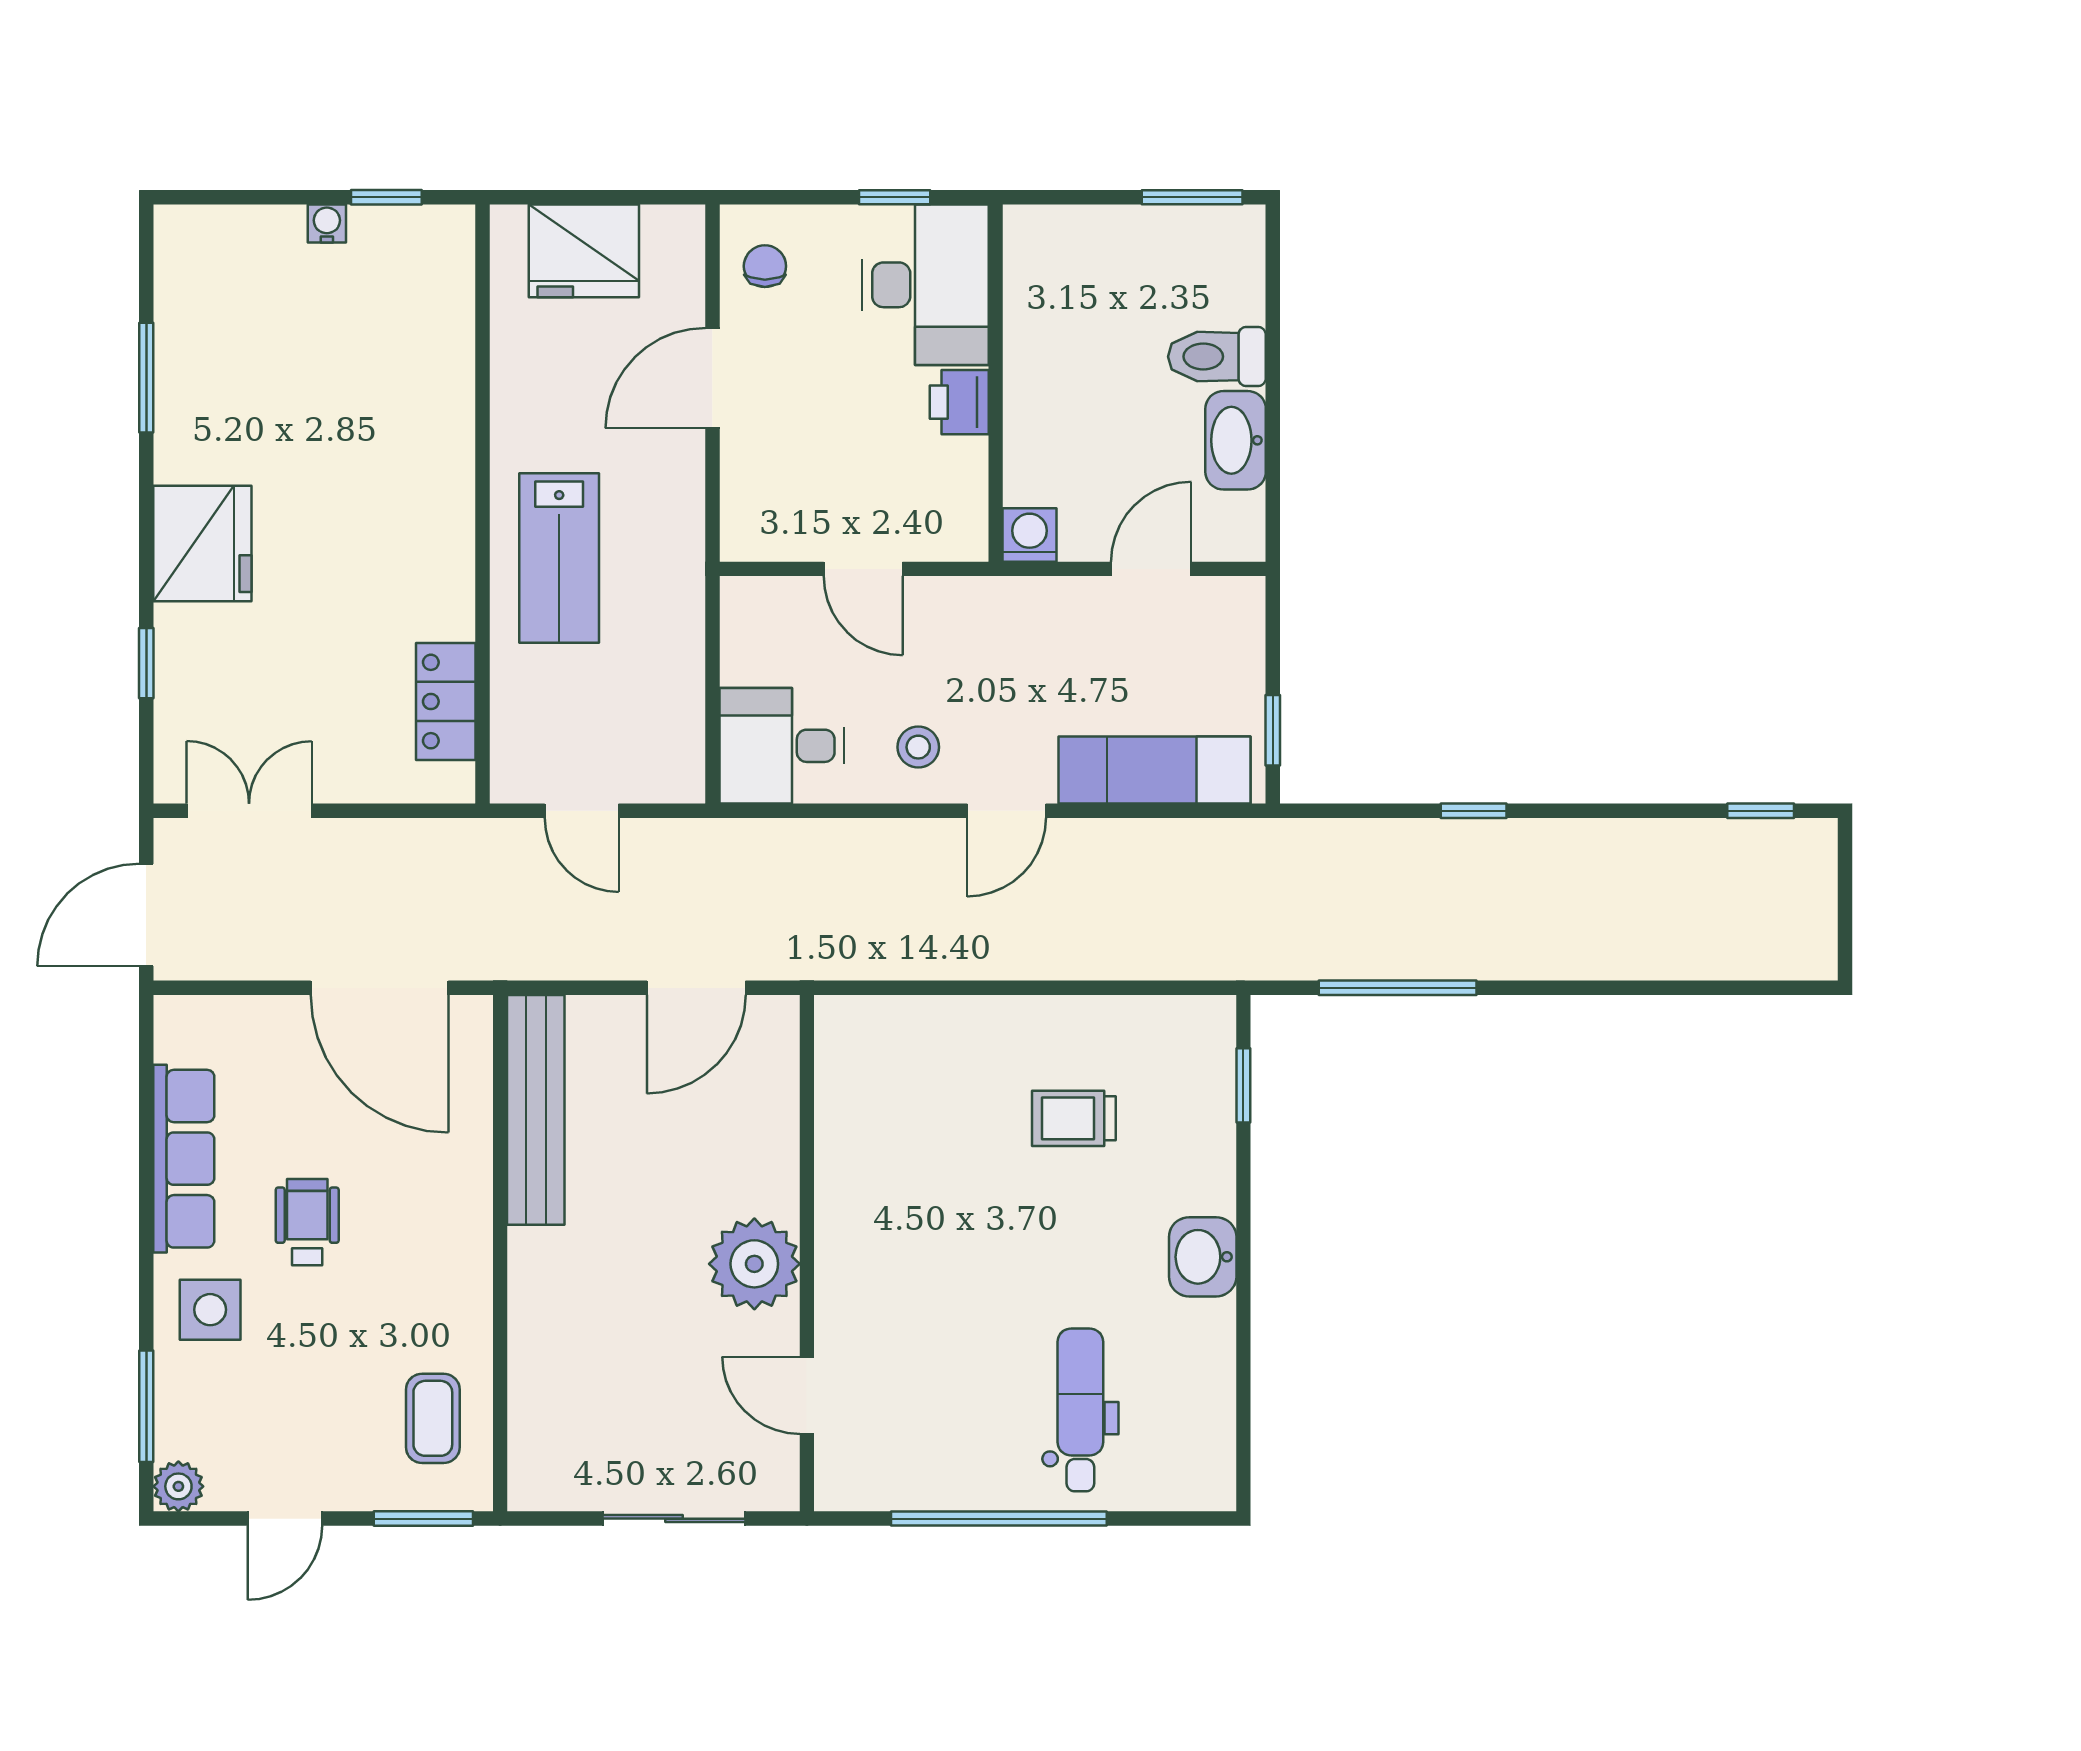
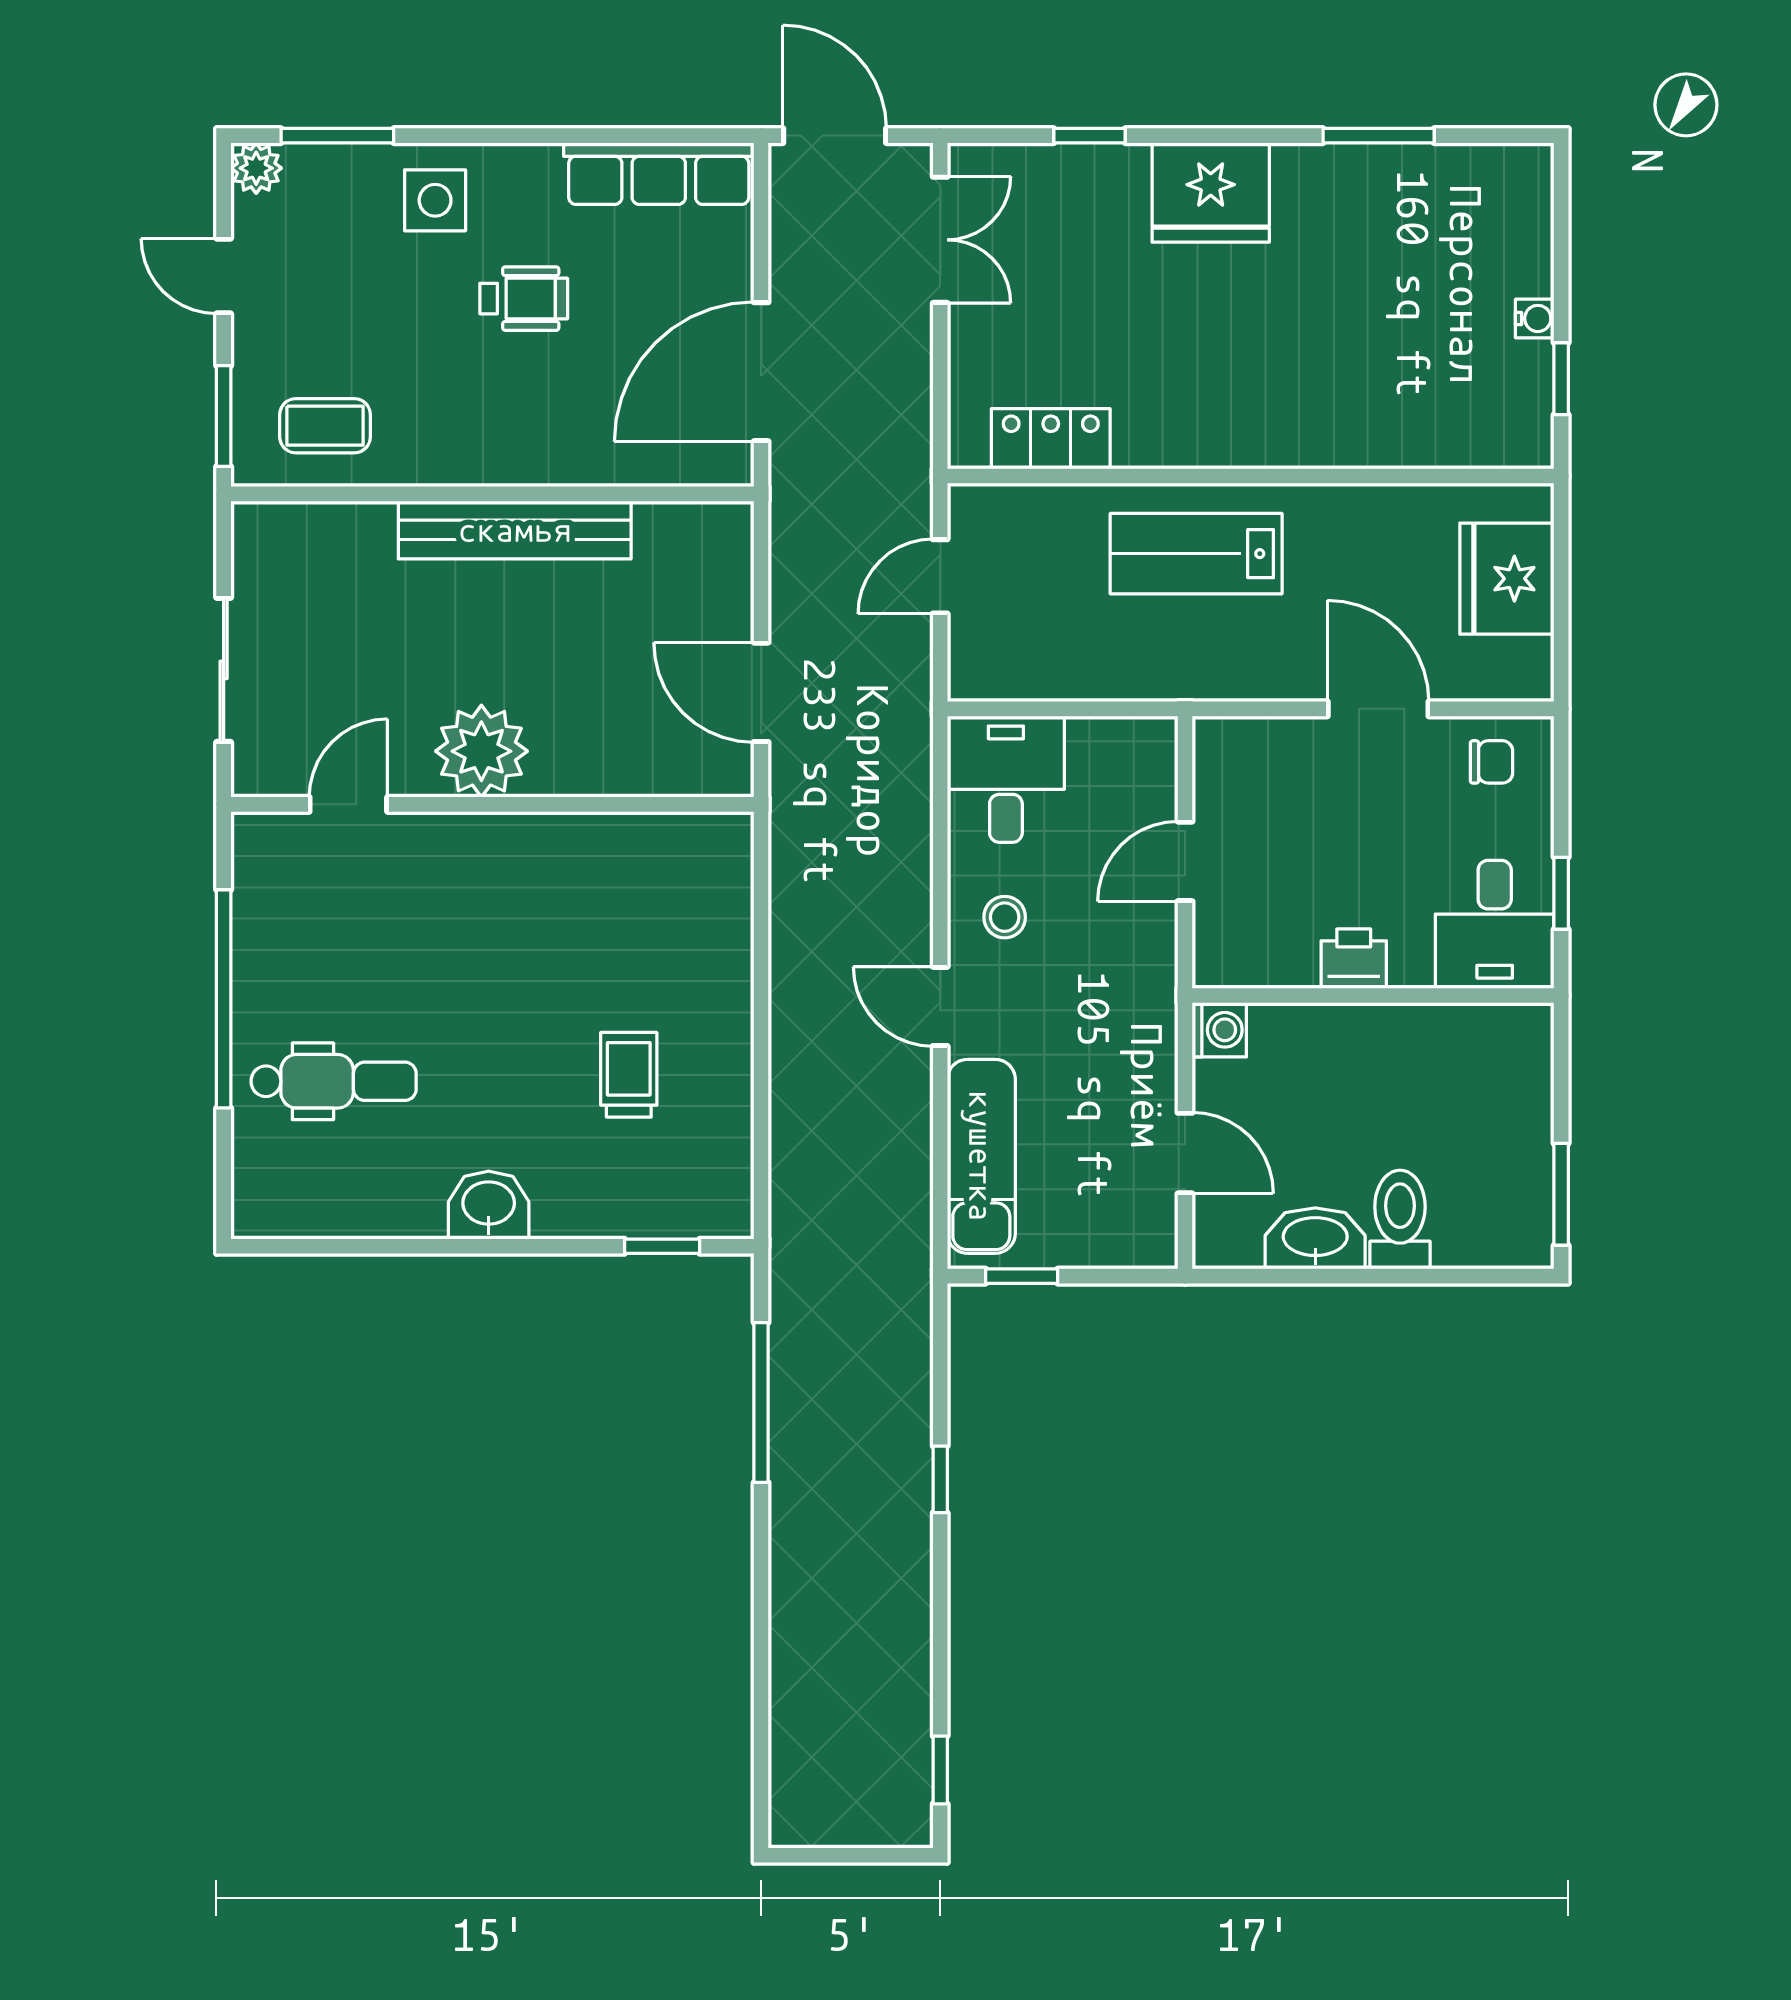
desk: (925, 285) -> (1495, 924), width x0.73
bench: (536, 1110) -> (515, 530), moved
row of seats: (184, 1159) -> (659, 174), moved

